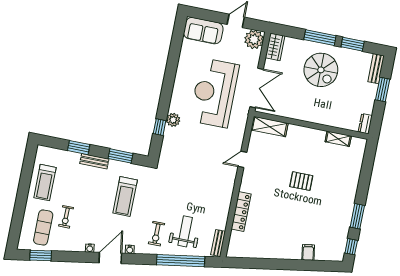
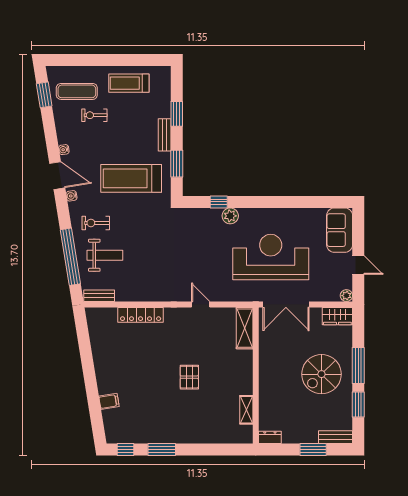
plant: (254, 39) -> (346, 296), width x0.53, depth x0.53
treadmill: (125, 197) -> (131, 178), width x1.37, depth x1.38

